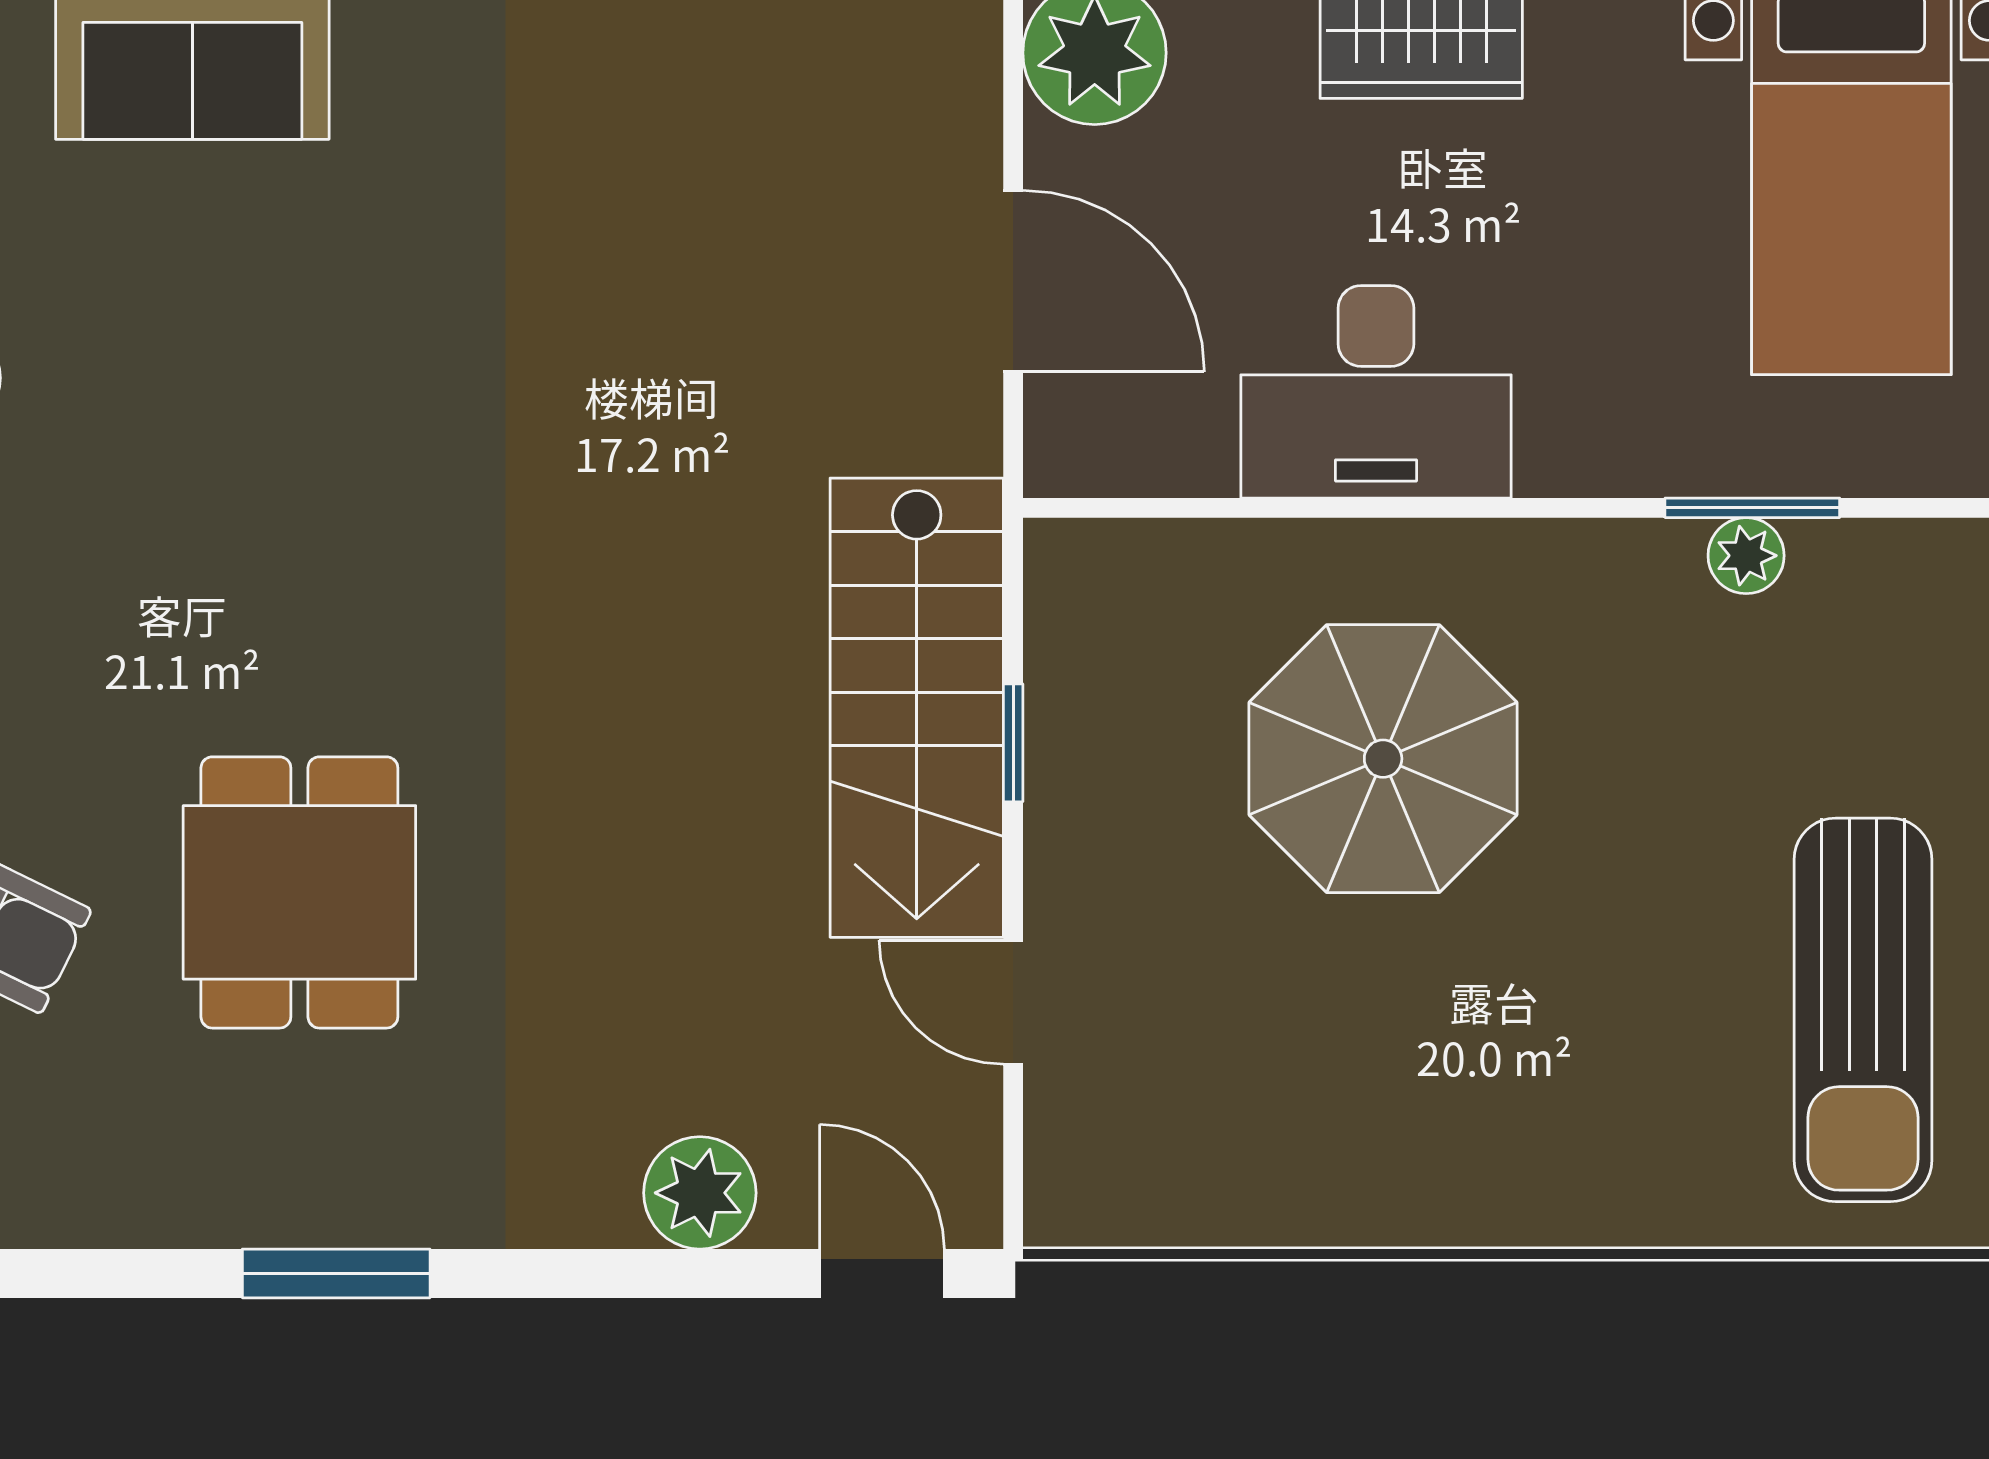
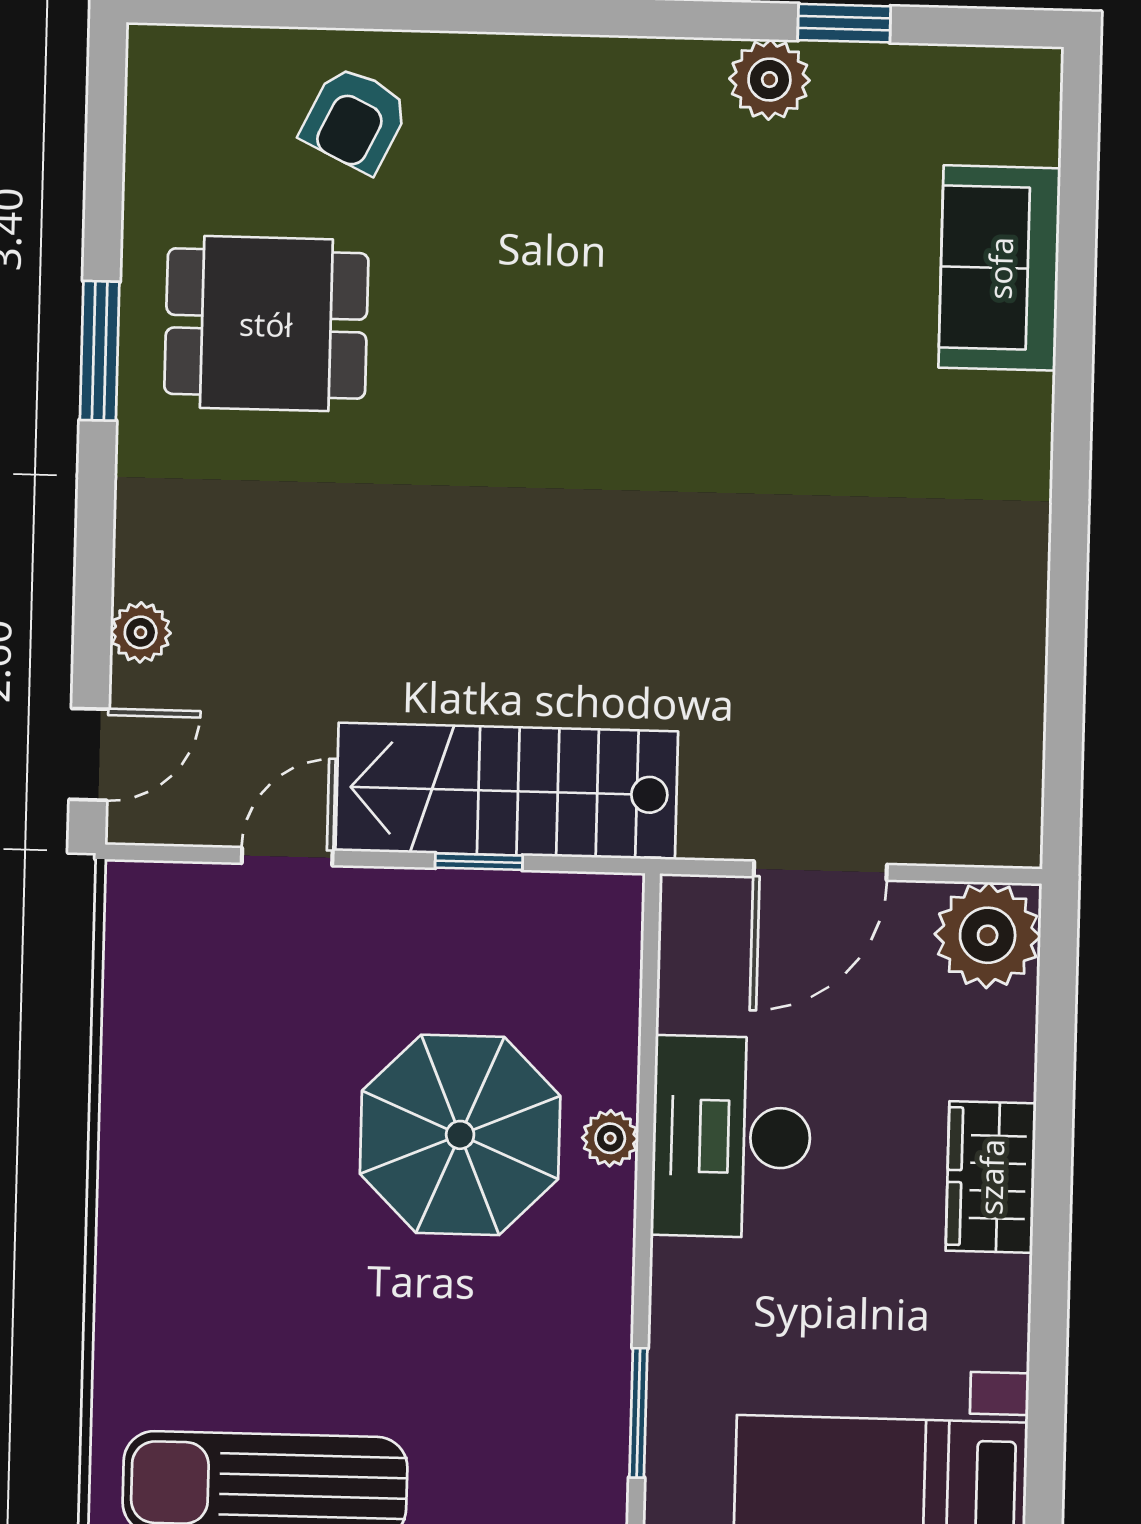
plant: (1746, 556) -> (610, 1138), moved
dining table: (299, 892) -> (266, 324), moved
plant: (700, 1193) -> (141, 632), width x0.73, depth x0.73

